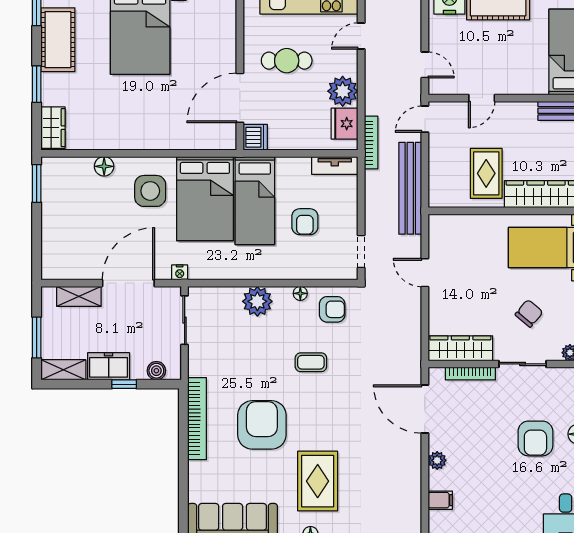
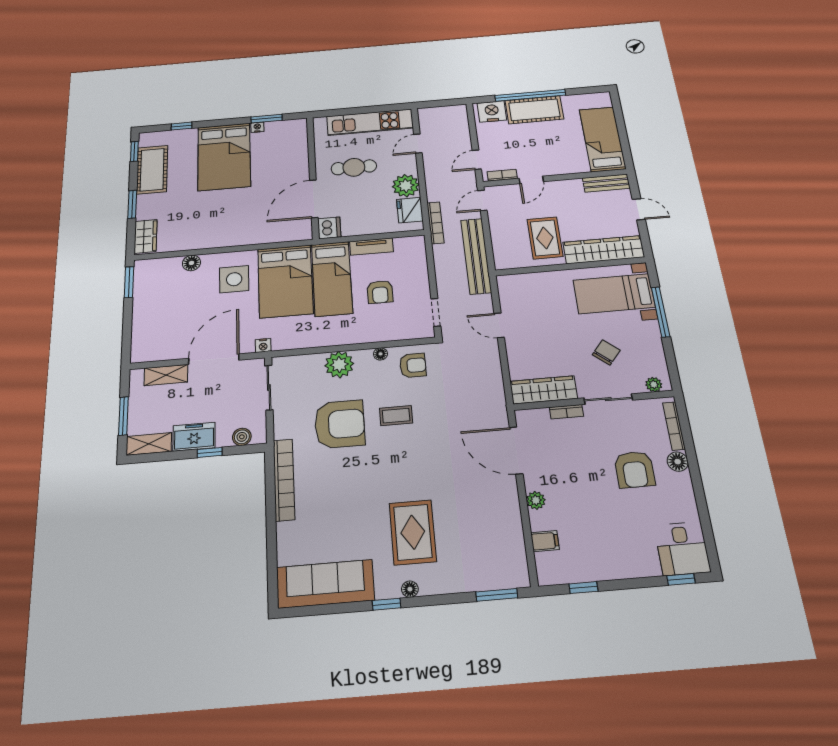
door: (425, 65) -> (477, 160), swing flipped
bookcase: (451, 88) -> (502, 175), added
tv unit: (335, 165) -> (371, 247), moved
bookcase: (470, 374) -> (566, 412), width x0.64
armchair: (262, 425) -> (340, 424), moved, turned 90

